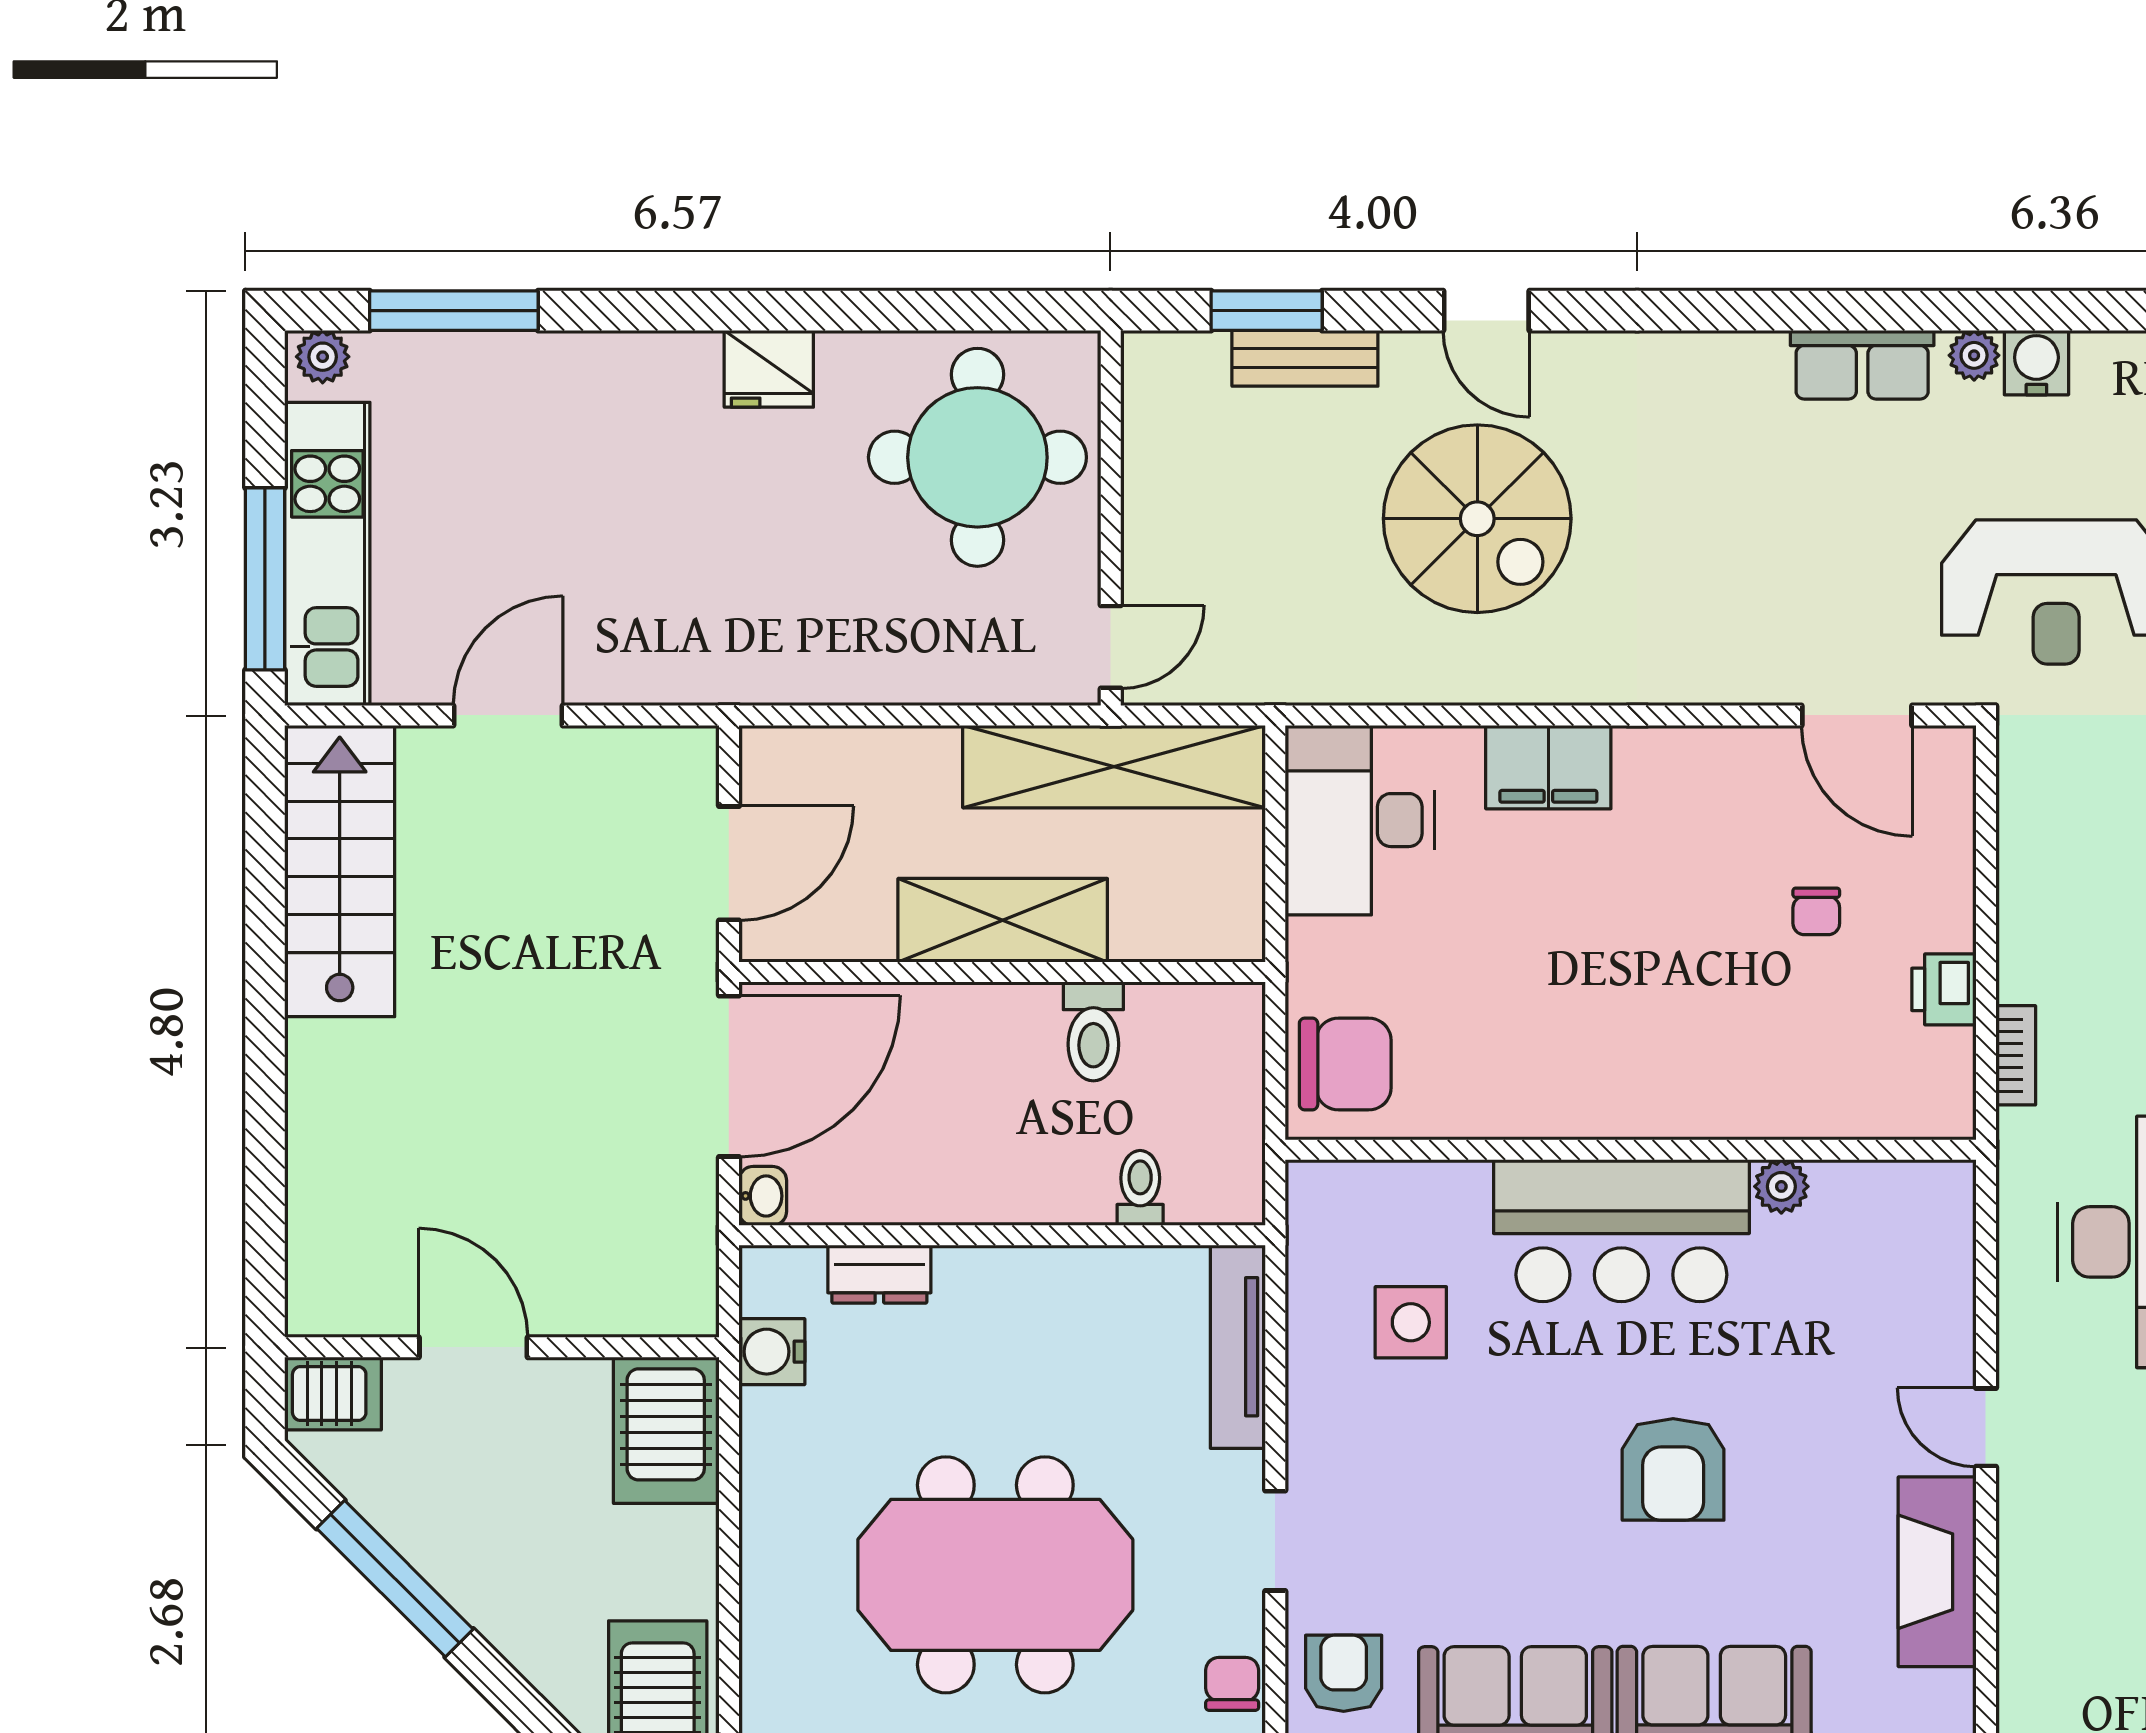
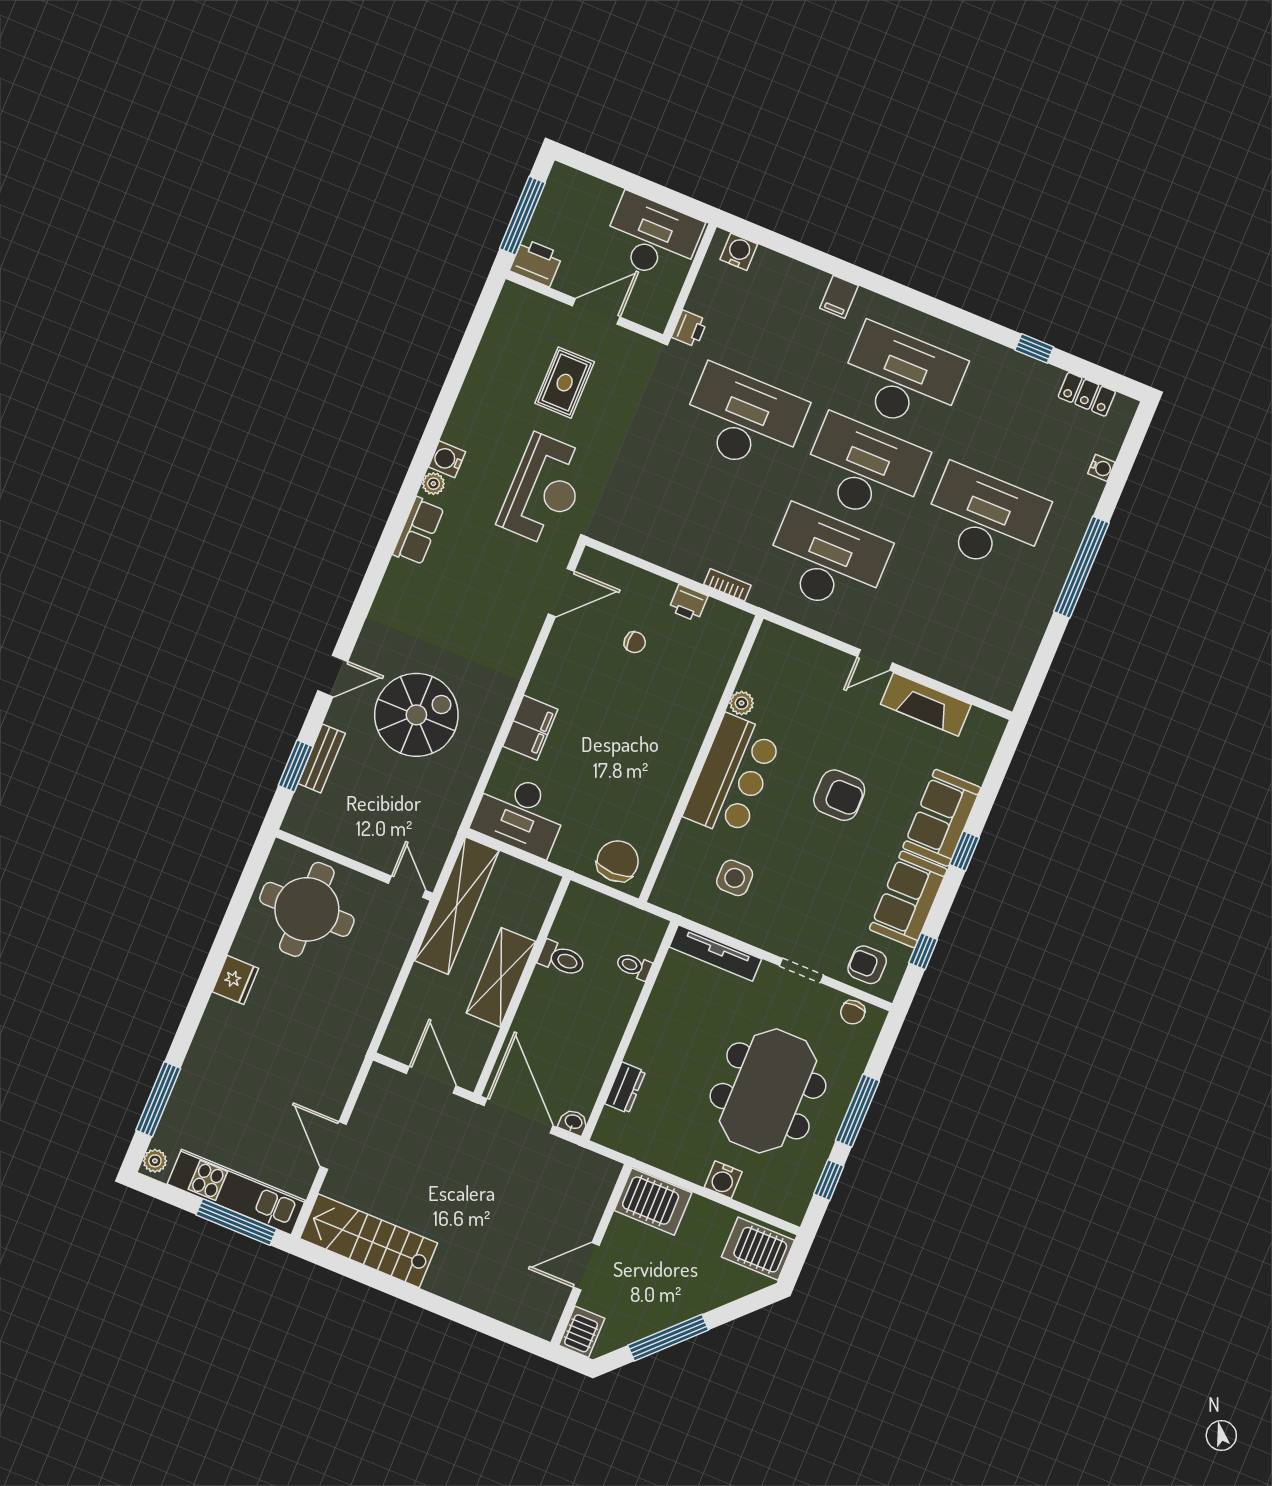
water cooler: (772, 1352) -> (723, 1180), moved
chair: (1232, 1684) -> (853, 1012), turned -90

